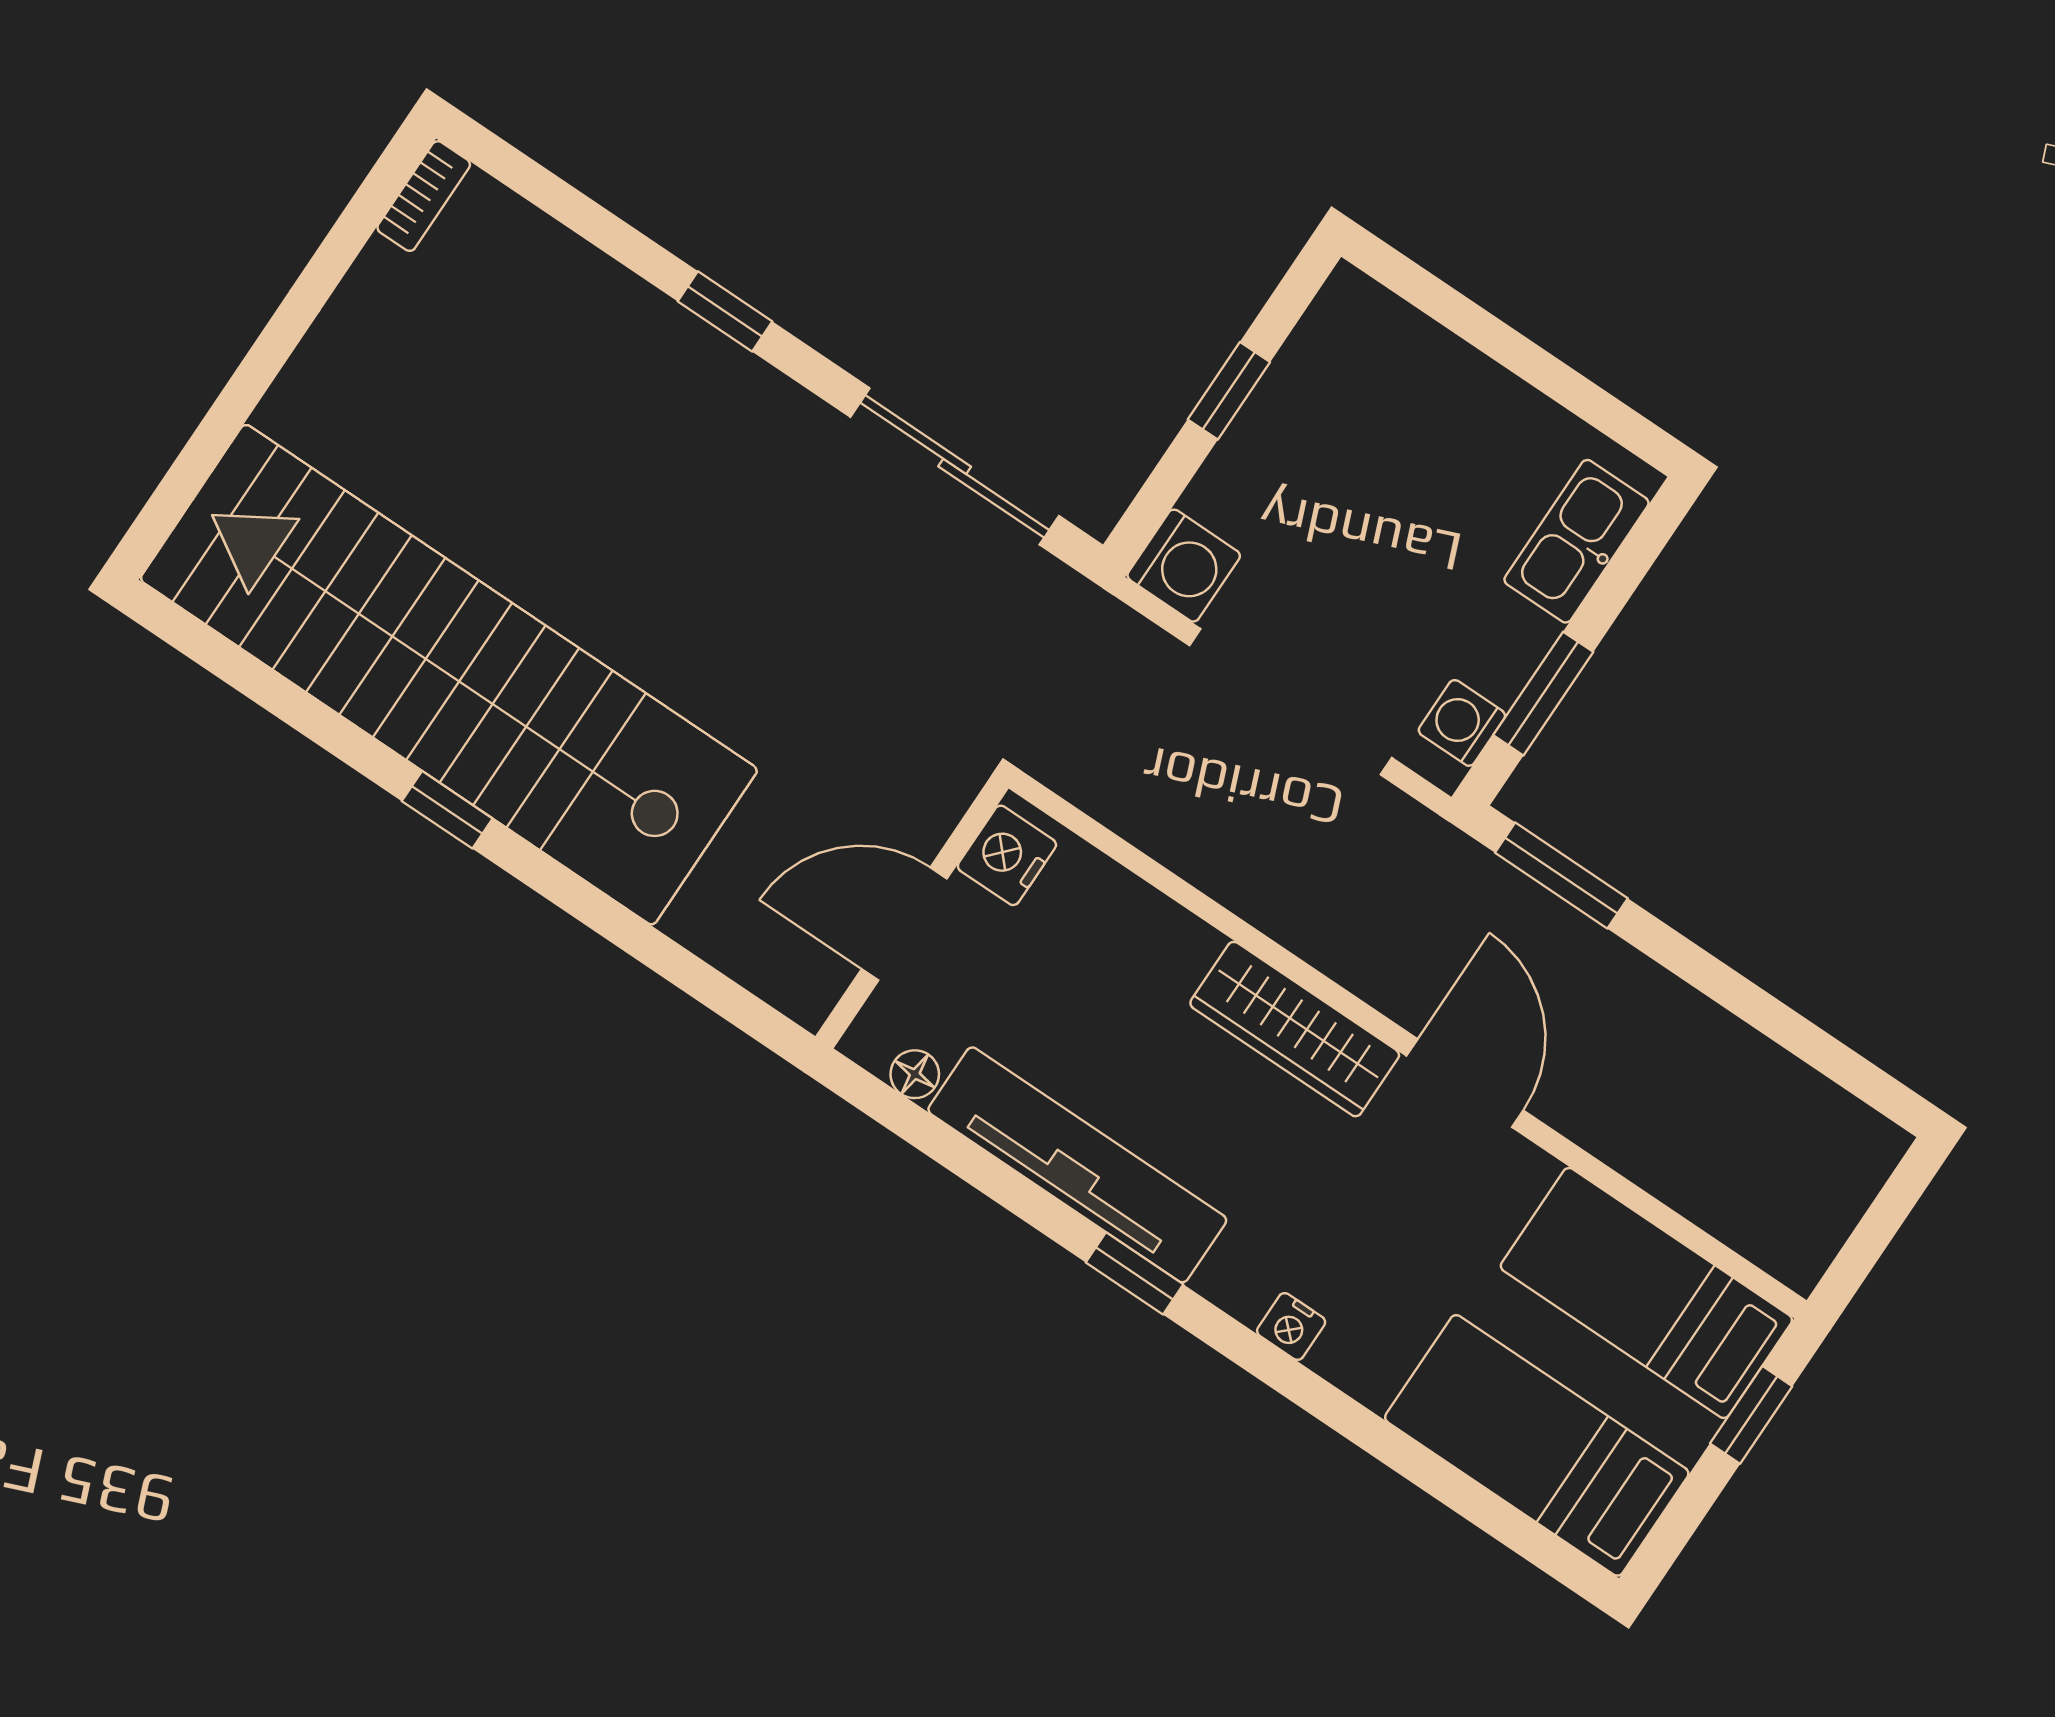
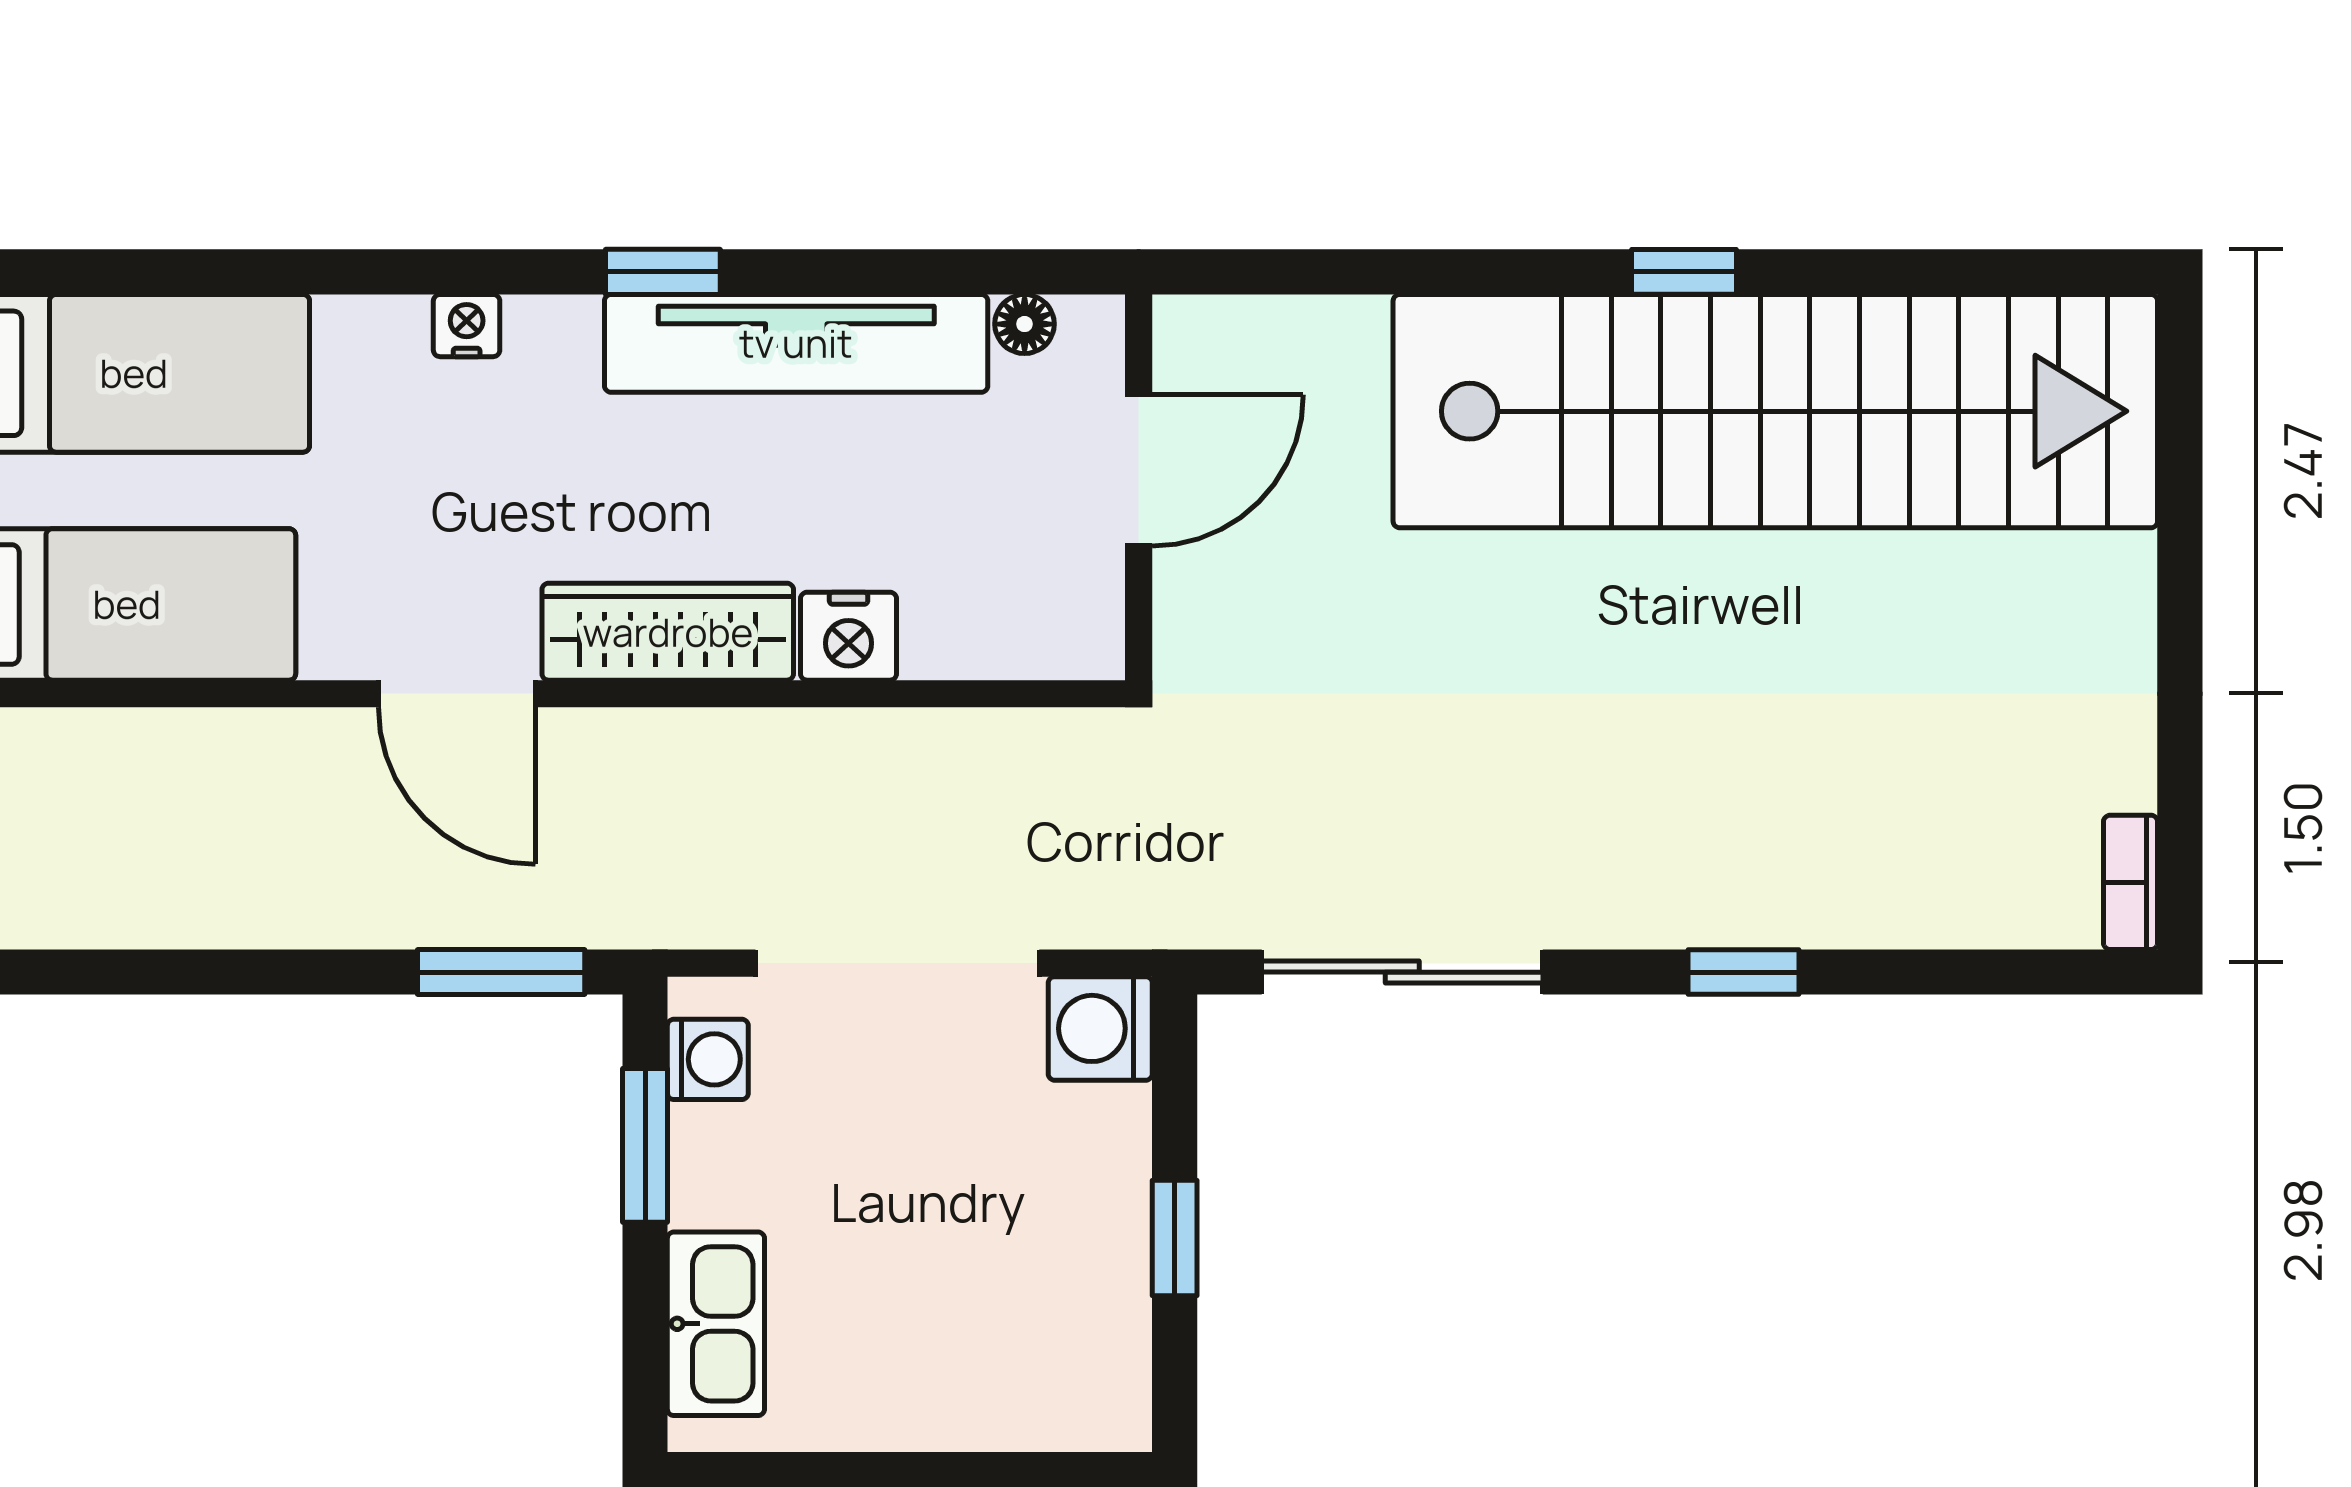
nightstand: (1007, 855) -> (849, 636), moved, turned 90

